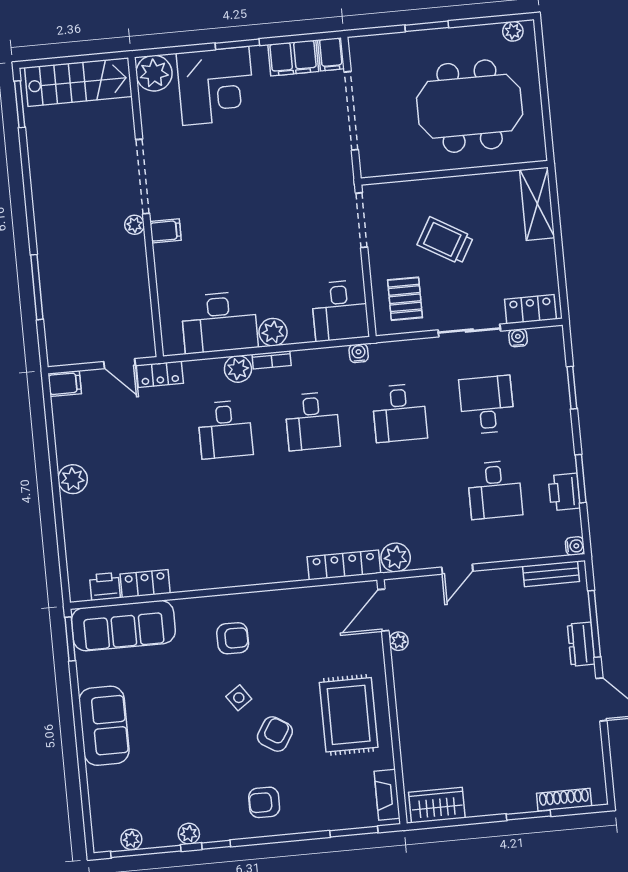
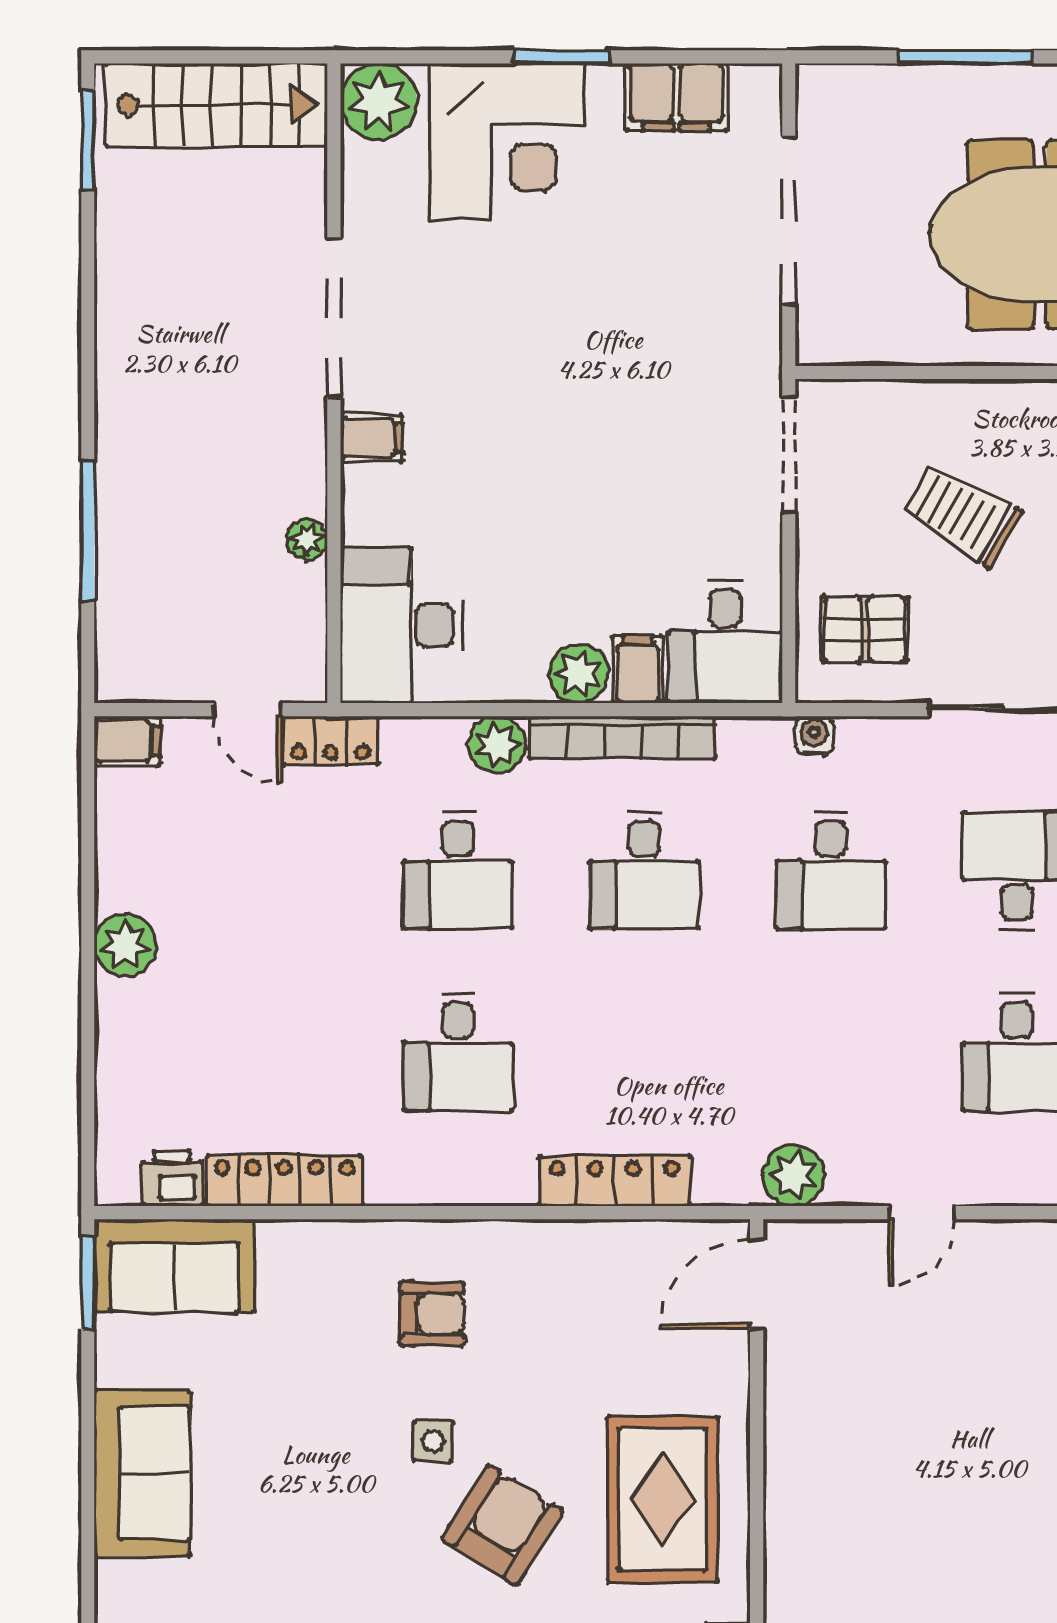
window: (427, 26) -> (966, 57), width x1.44
filing cabinet: (331, 54) -> (638, 670), moved, turned 180
plant: (135, 225) -> (307, 540), moved
pallet: (405, 299) -> (865, 629), turned 90
desk: (219, 322) -> (401, 625), moved, turned 90
water cooler: (359, 353) -> (814, 735), moved
bookcase: (272, 360) -> (623, 737), width x2.31, depth x1.31
desk: (233, 515) -> (458, 1052), added
locker: (344, 565) -> (614, 1181), moved
locker: (145, 584) -> (284, 1180), width x1.53
sofa: (123, 626) -> (174, 1265), width x0.73
plant: (399, 641) -> (783, 1353), removed
side table: (239, 698) -> (433, 1441), turned 37
armchair: (275, 734) -> (502, 1525), width x1.38, depth x1.38

